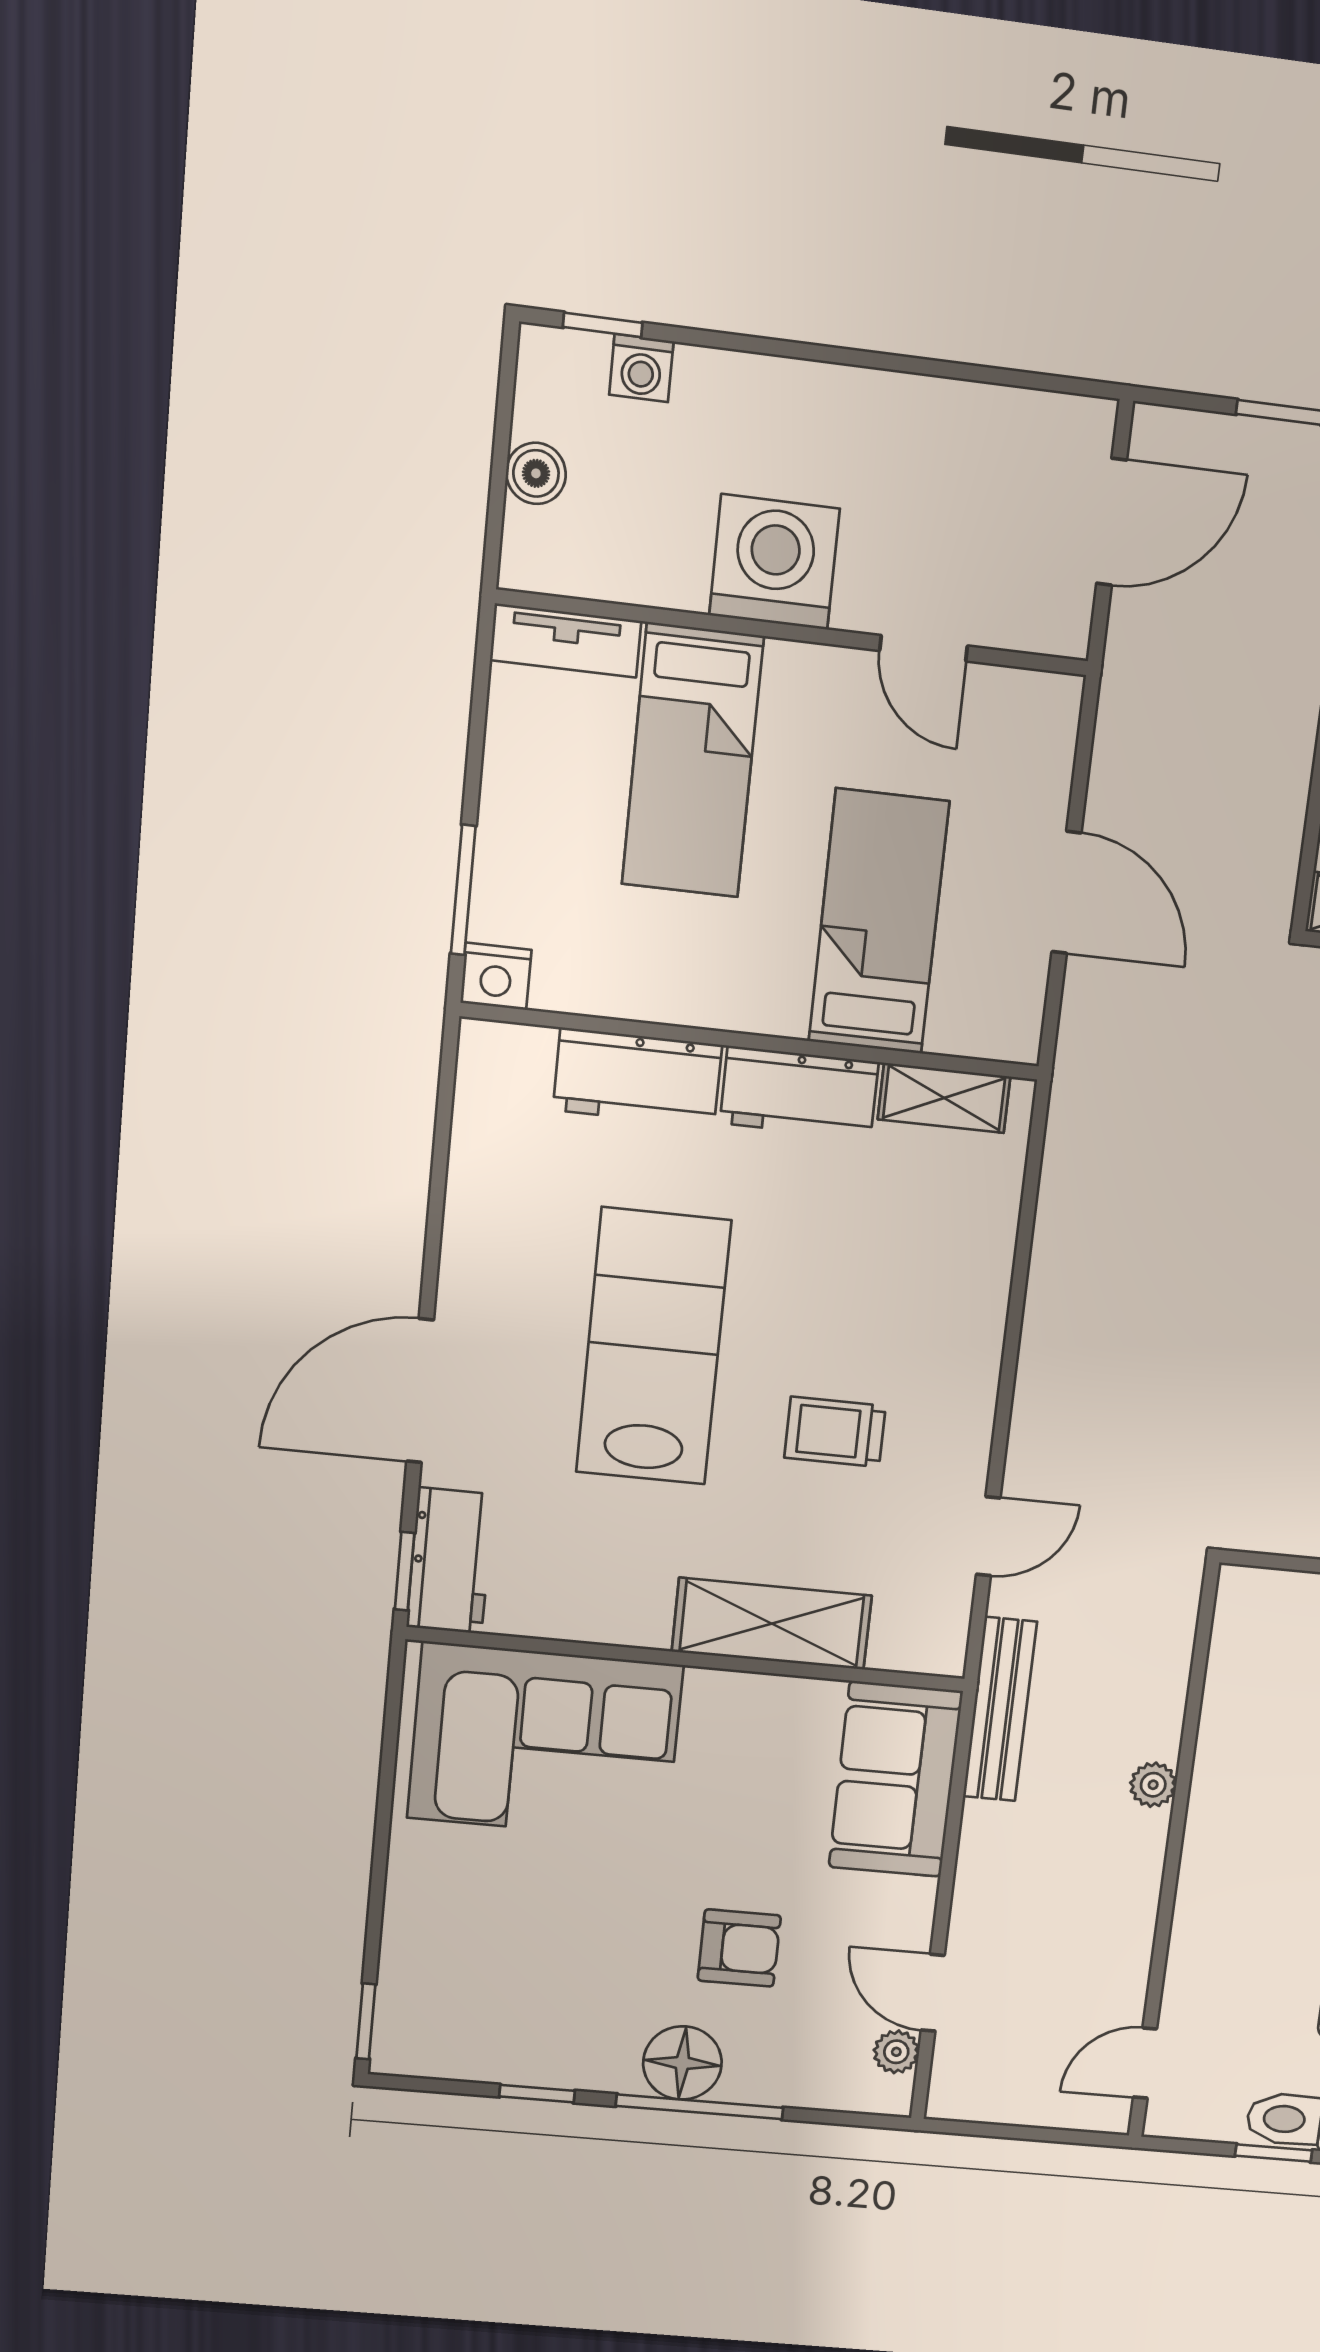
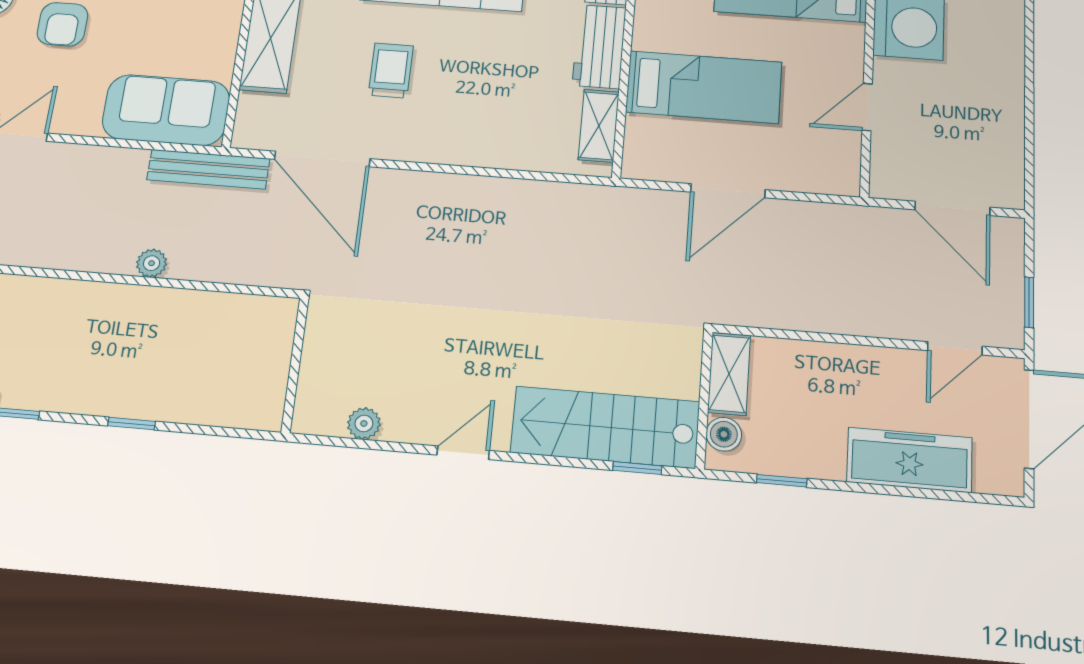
door: (988, 1536) -> (322, 159), width x1.88

